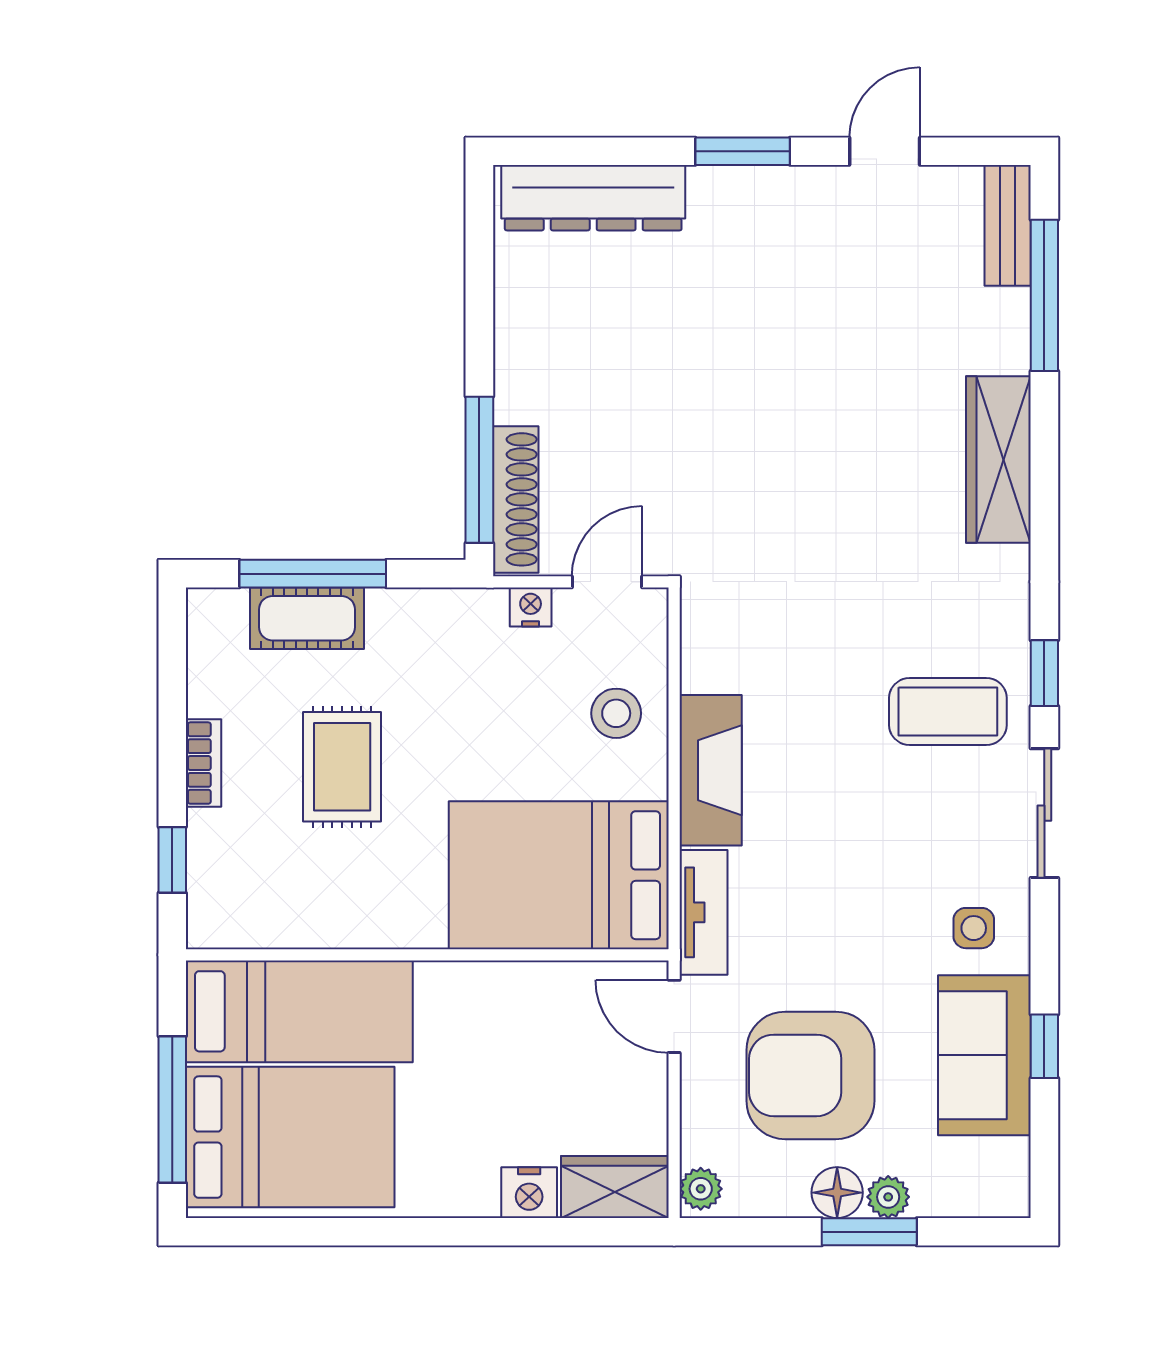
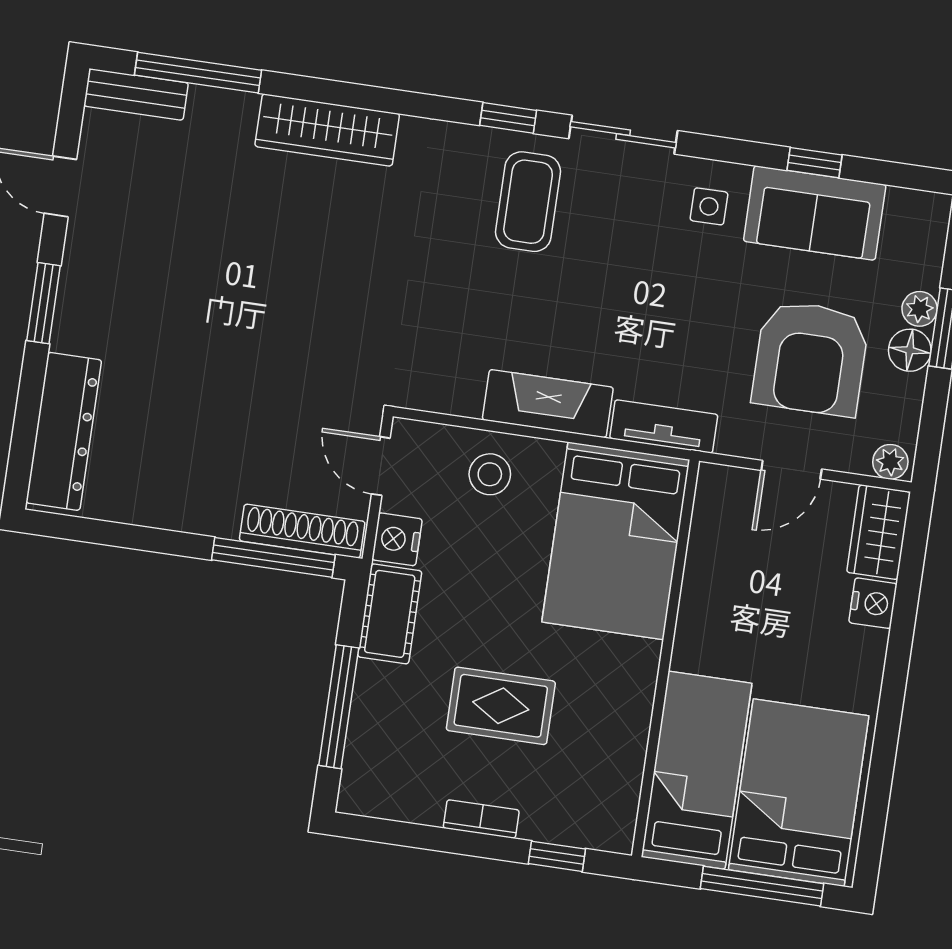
nightstand: (531, 607) -> (397, 539), width x1.39, depth x1.35
cot: (307, 618) -> (390, 614), moved
door: (674, 1016) -> (791, 470), moved

